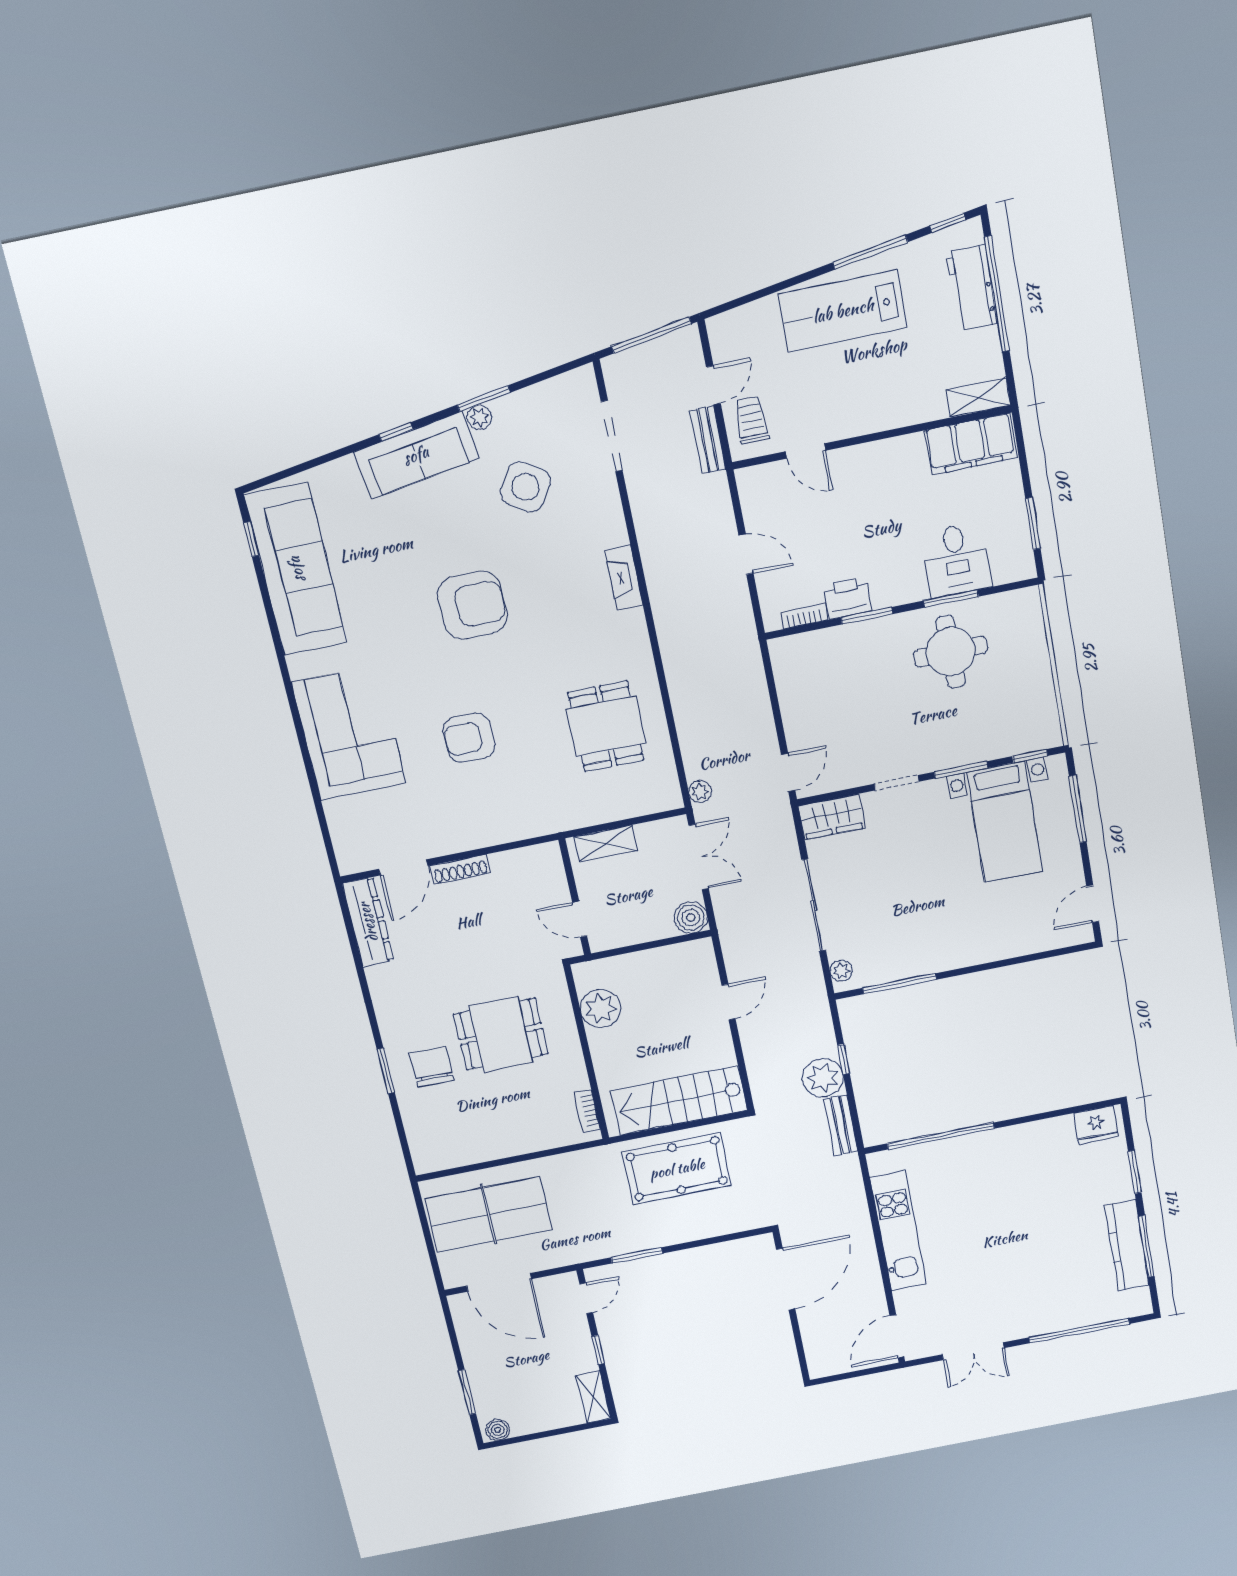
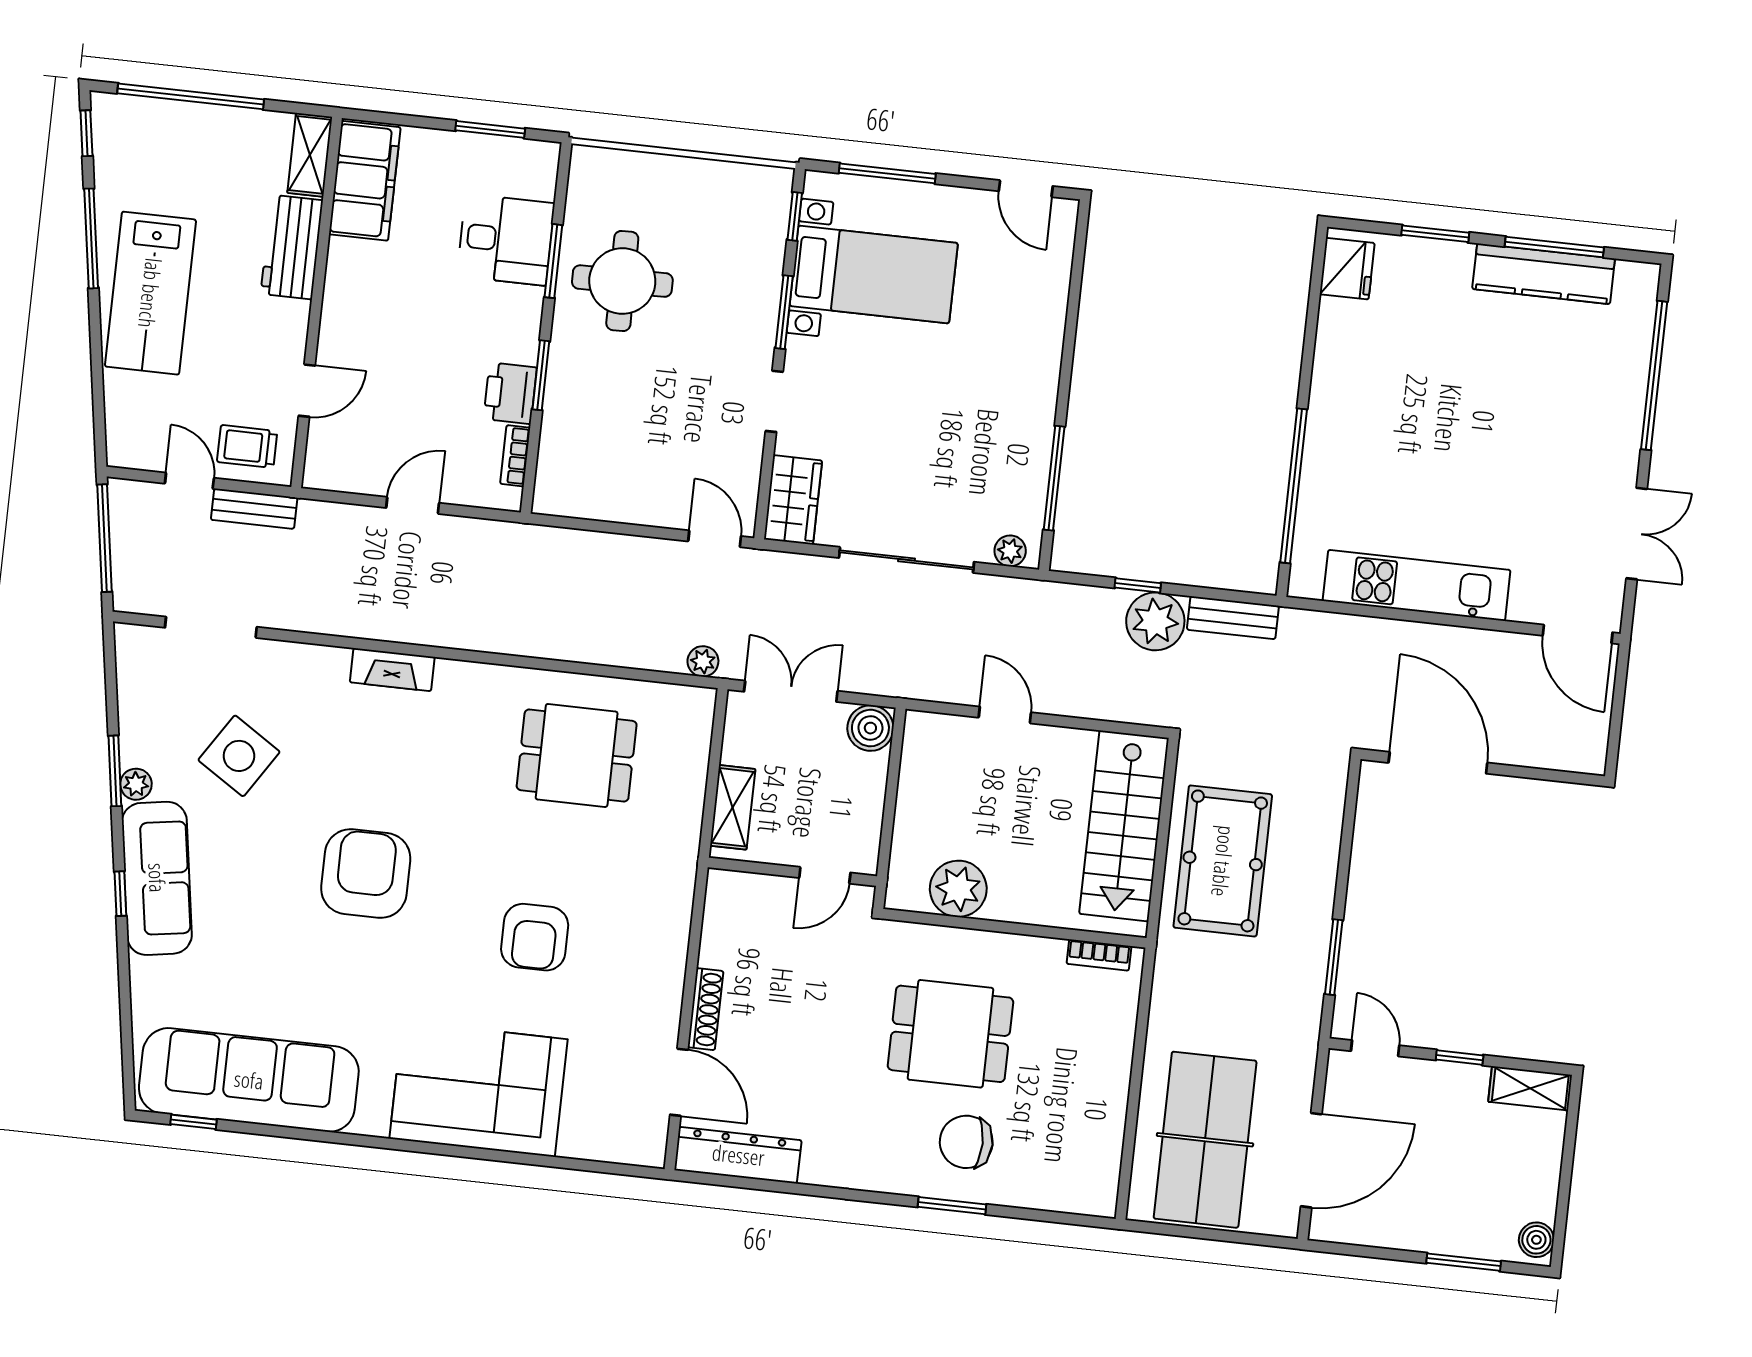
workbench: (972, 288) -> (292, 247), moved, turned 90
dining table: (501, 1034) -> (950, 1034), turned 90

